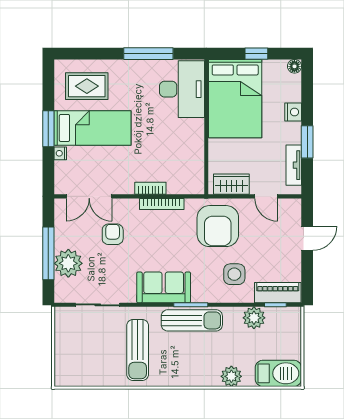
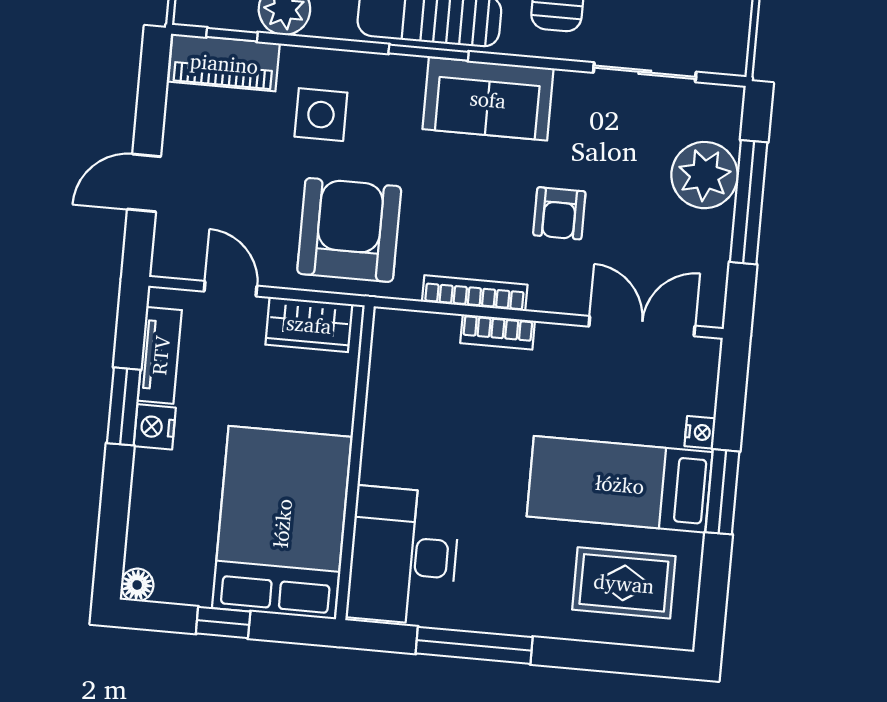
nightstand: (293, 112) -> (155, 427), moved
armchair: (113, 234) -> (559, 213), moved

